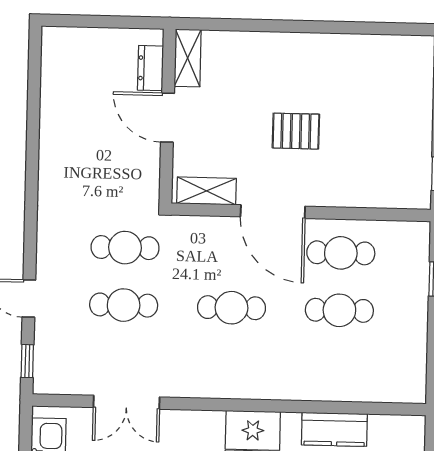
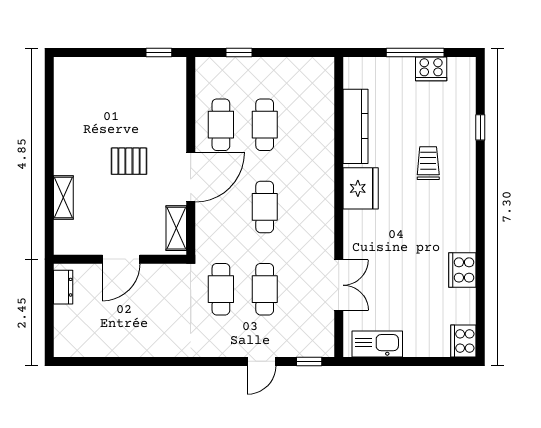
shelving: (188, 58) -> (63, 198), moved, turned 90
dresser: (151, 68) -> (63, 287), moved, turned -90
pallet: (296, 131) -> (129, 161), turned 90
kitchen counter: (334, 429) -> (355, 126), width x1.50

